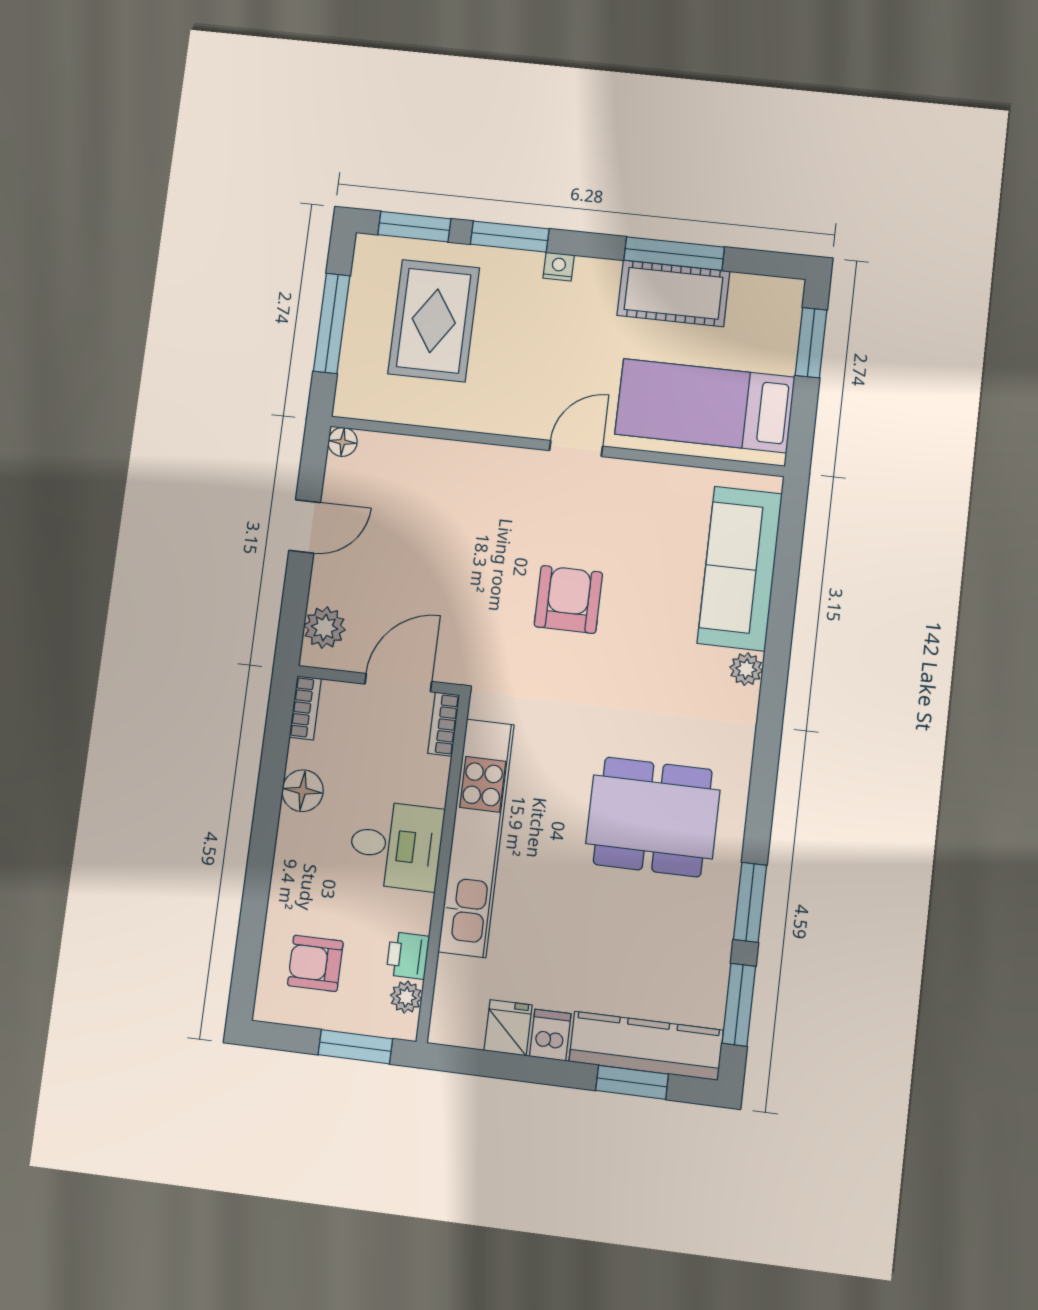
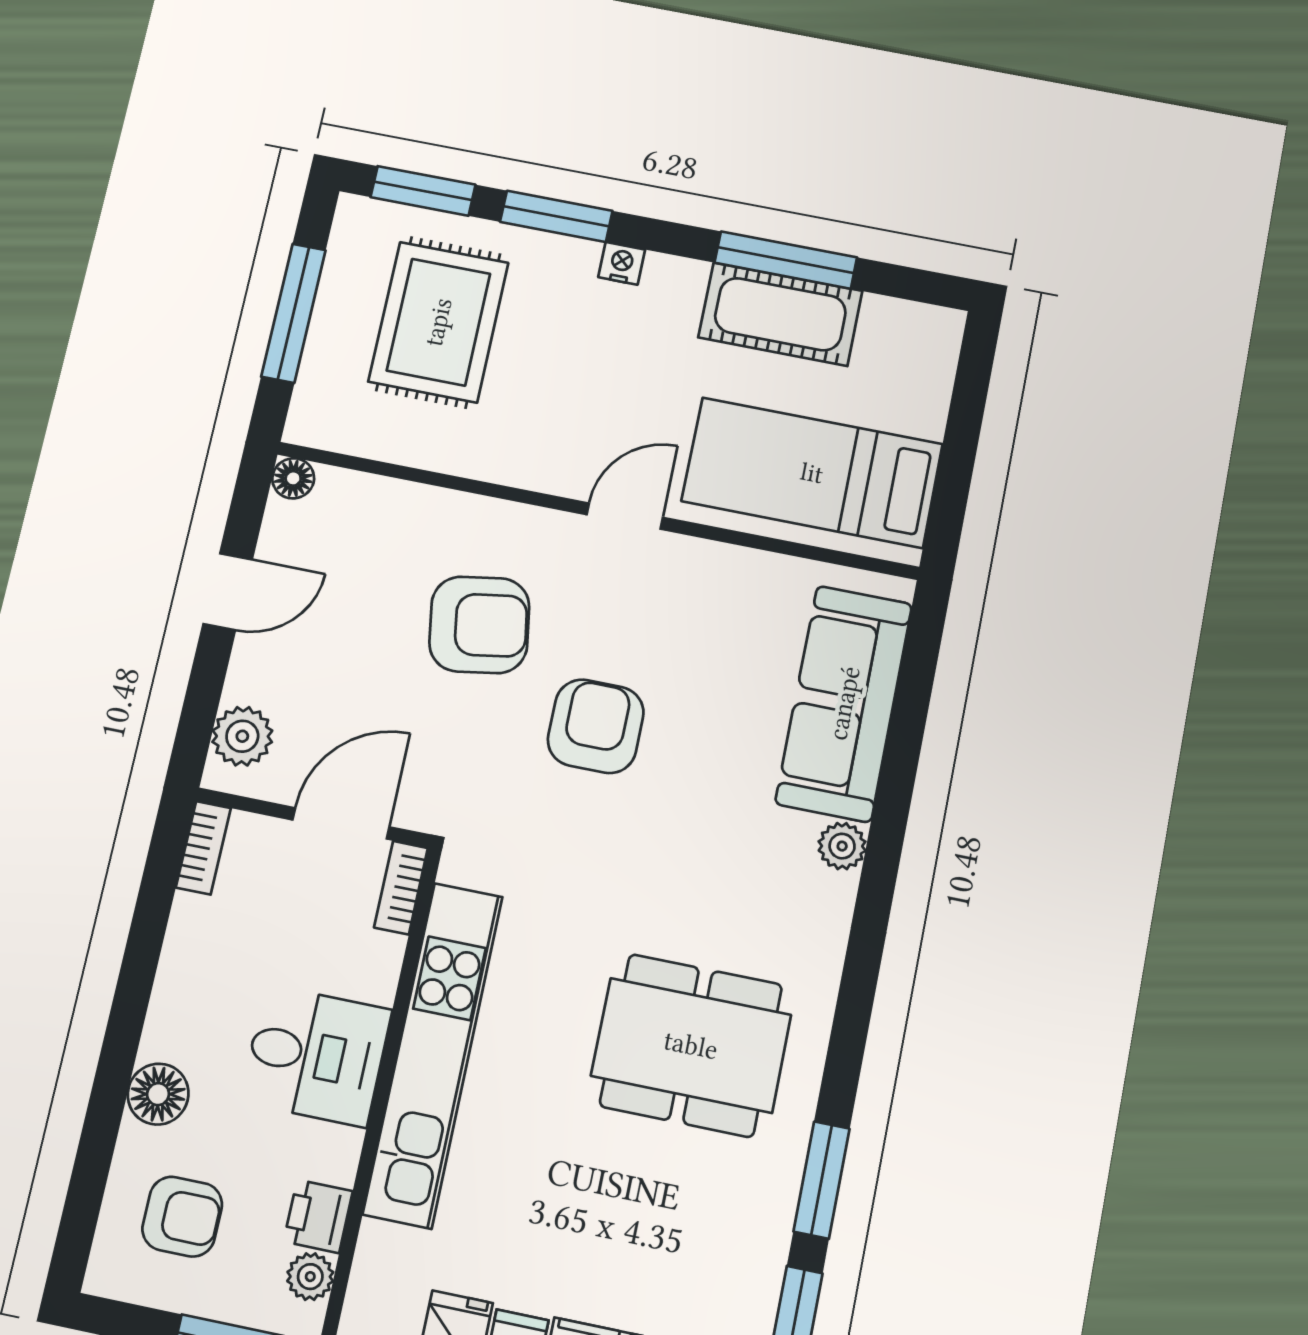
window: (811, 343) -> (969, 399), removed
armchair: (481, 535) -> (479, 625), added
floor lamp: (303, 791) -> (158, 1094), moved
armchair: (315, 963) -> (182, 1217), turned 180

